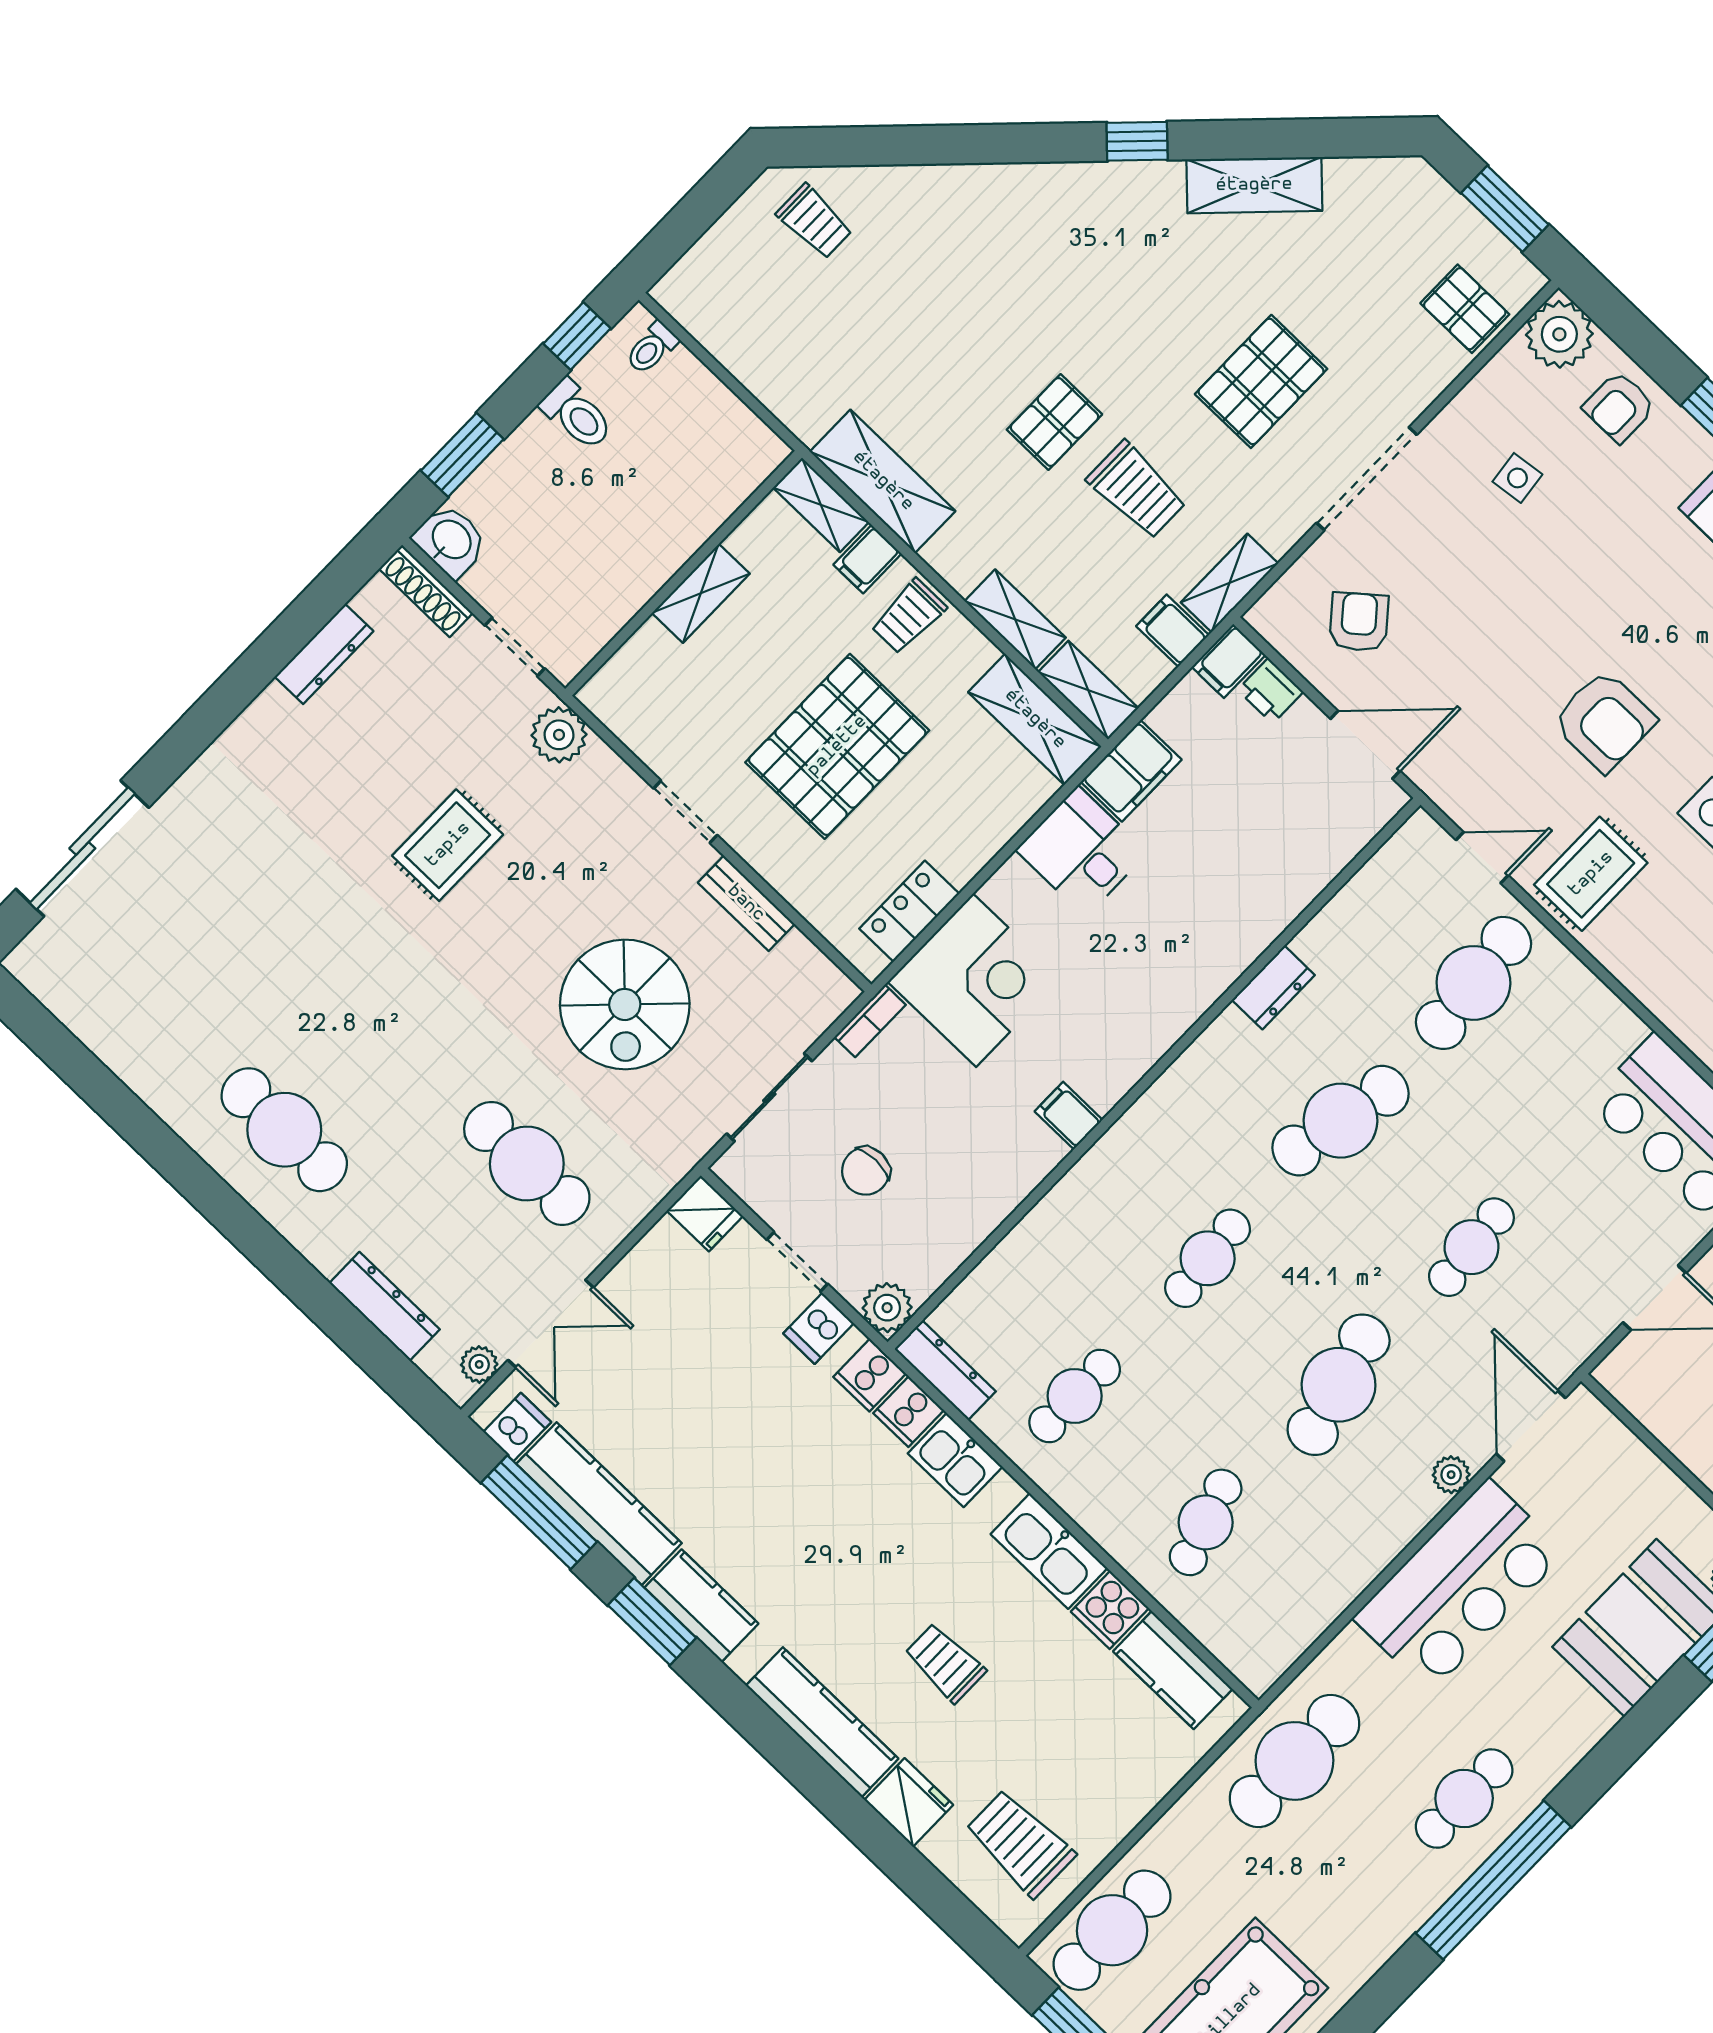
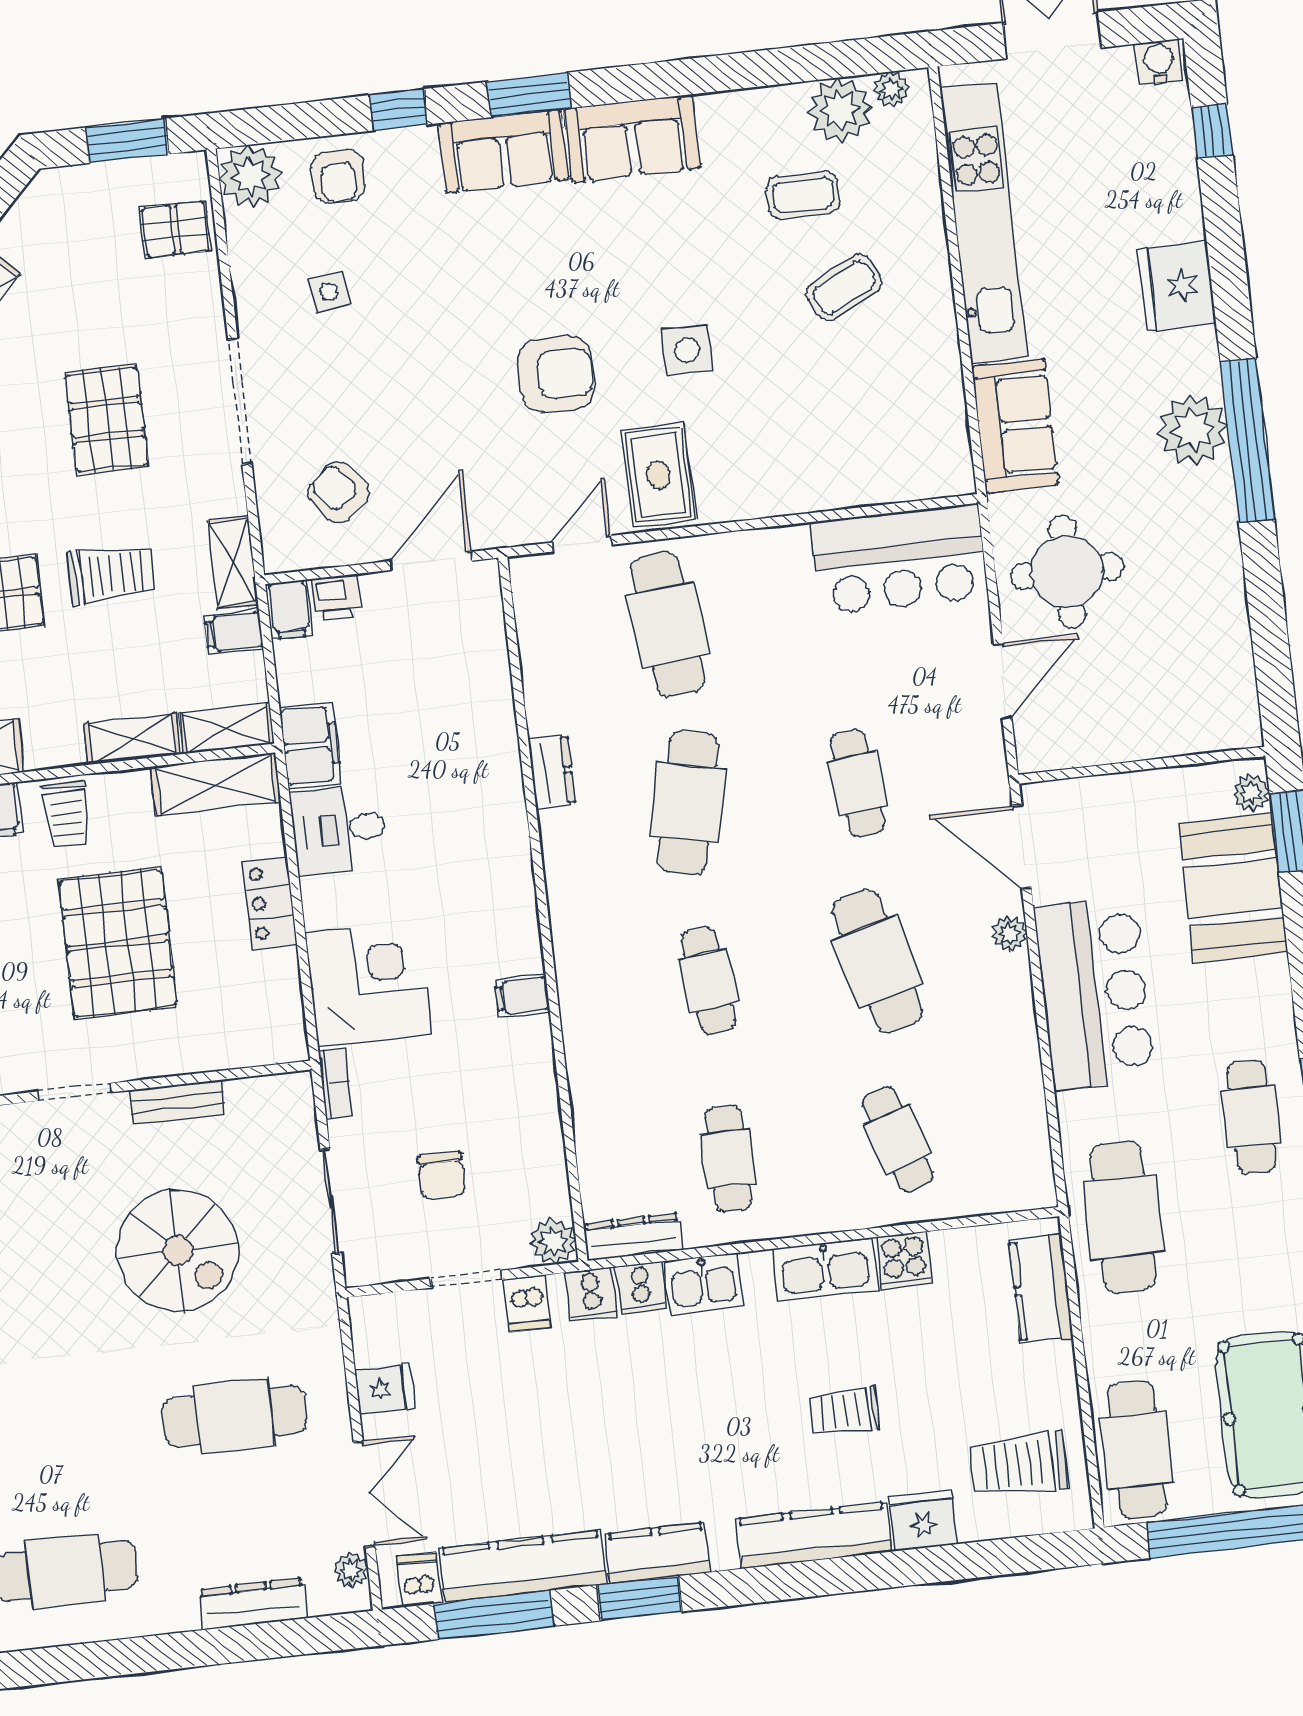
locker: (909, 911) -> (270, 903), moved
fridge: (705, 1213) -> (384, 1389), moved
kitchen counter: (1173, 1670) -> (1041, 1289), moved, turned 90

